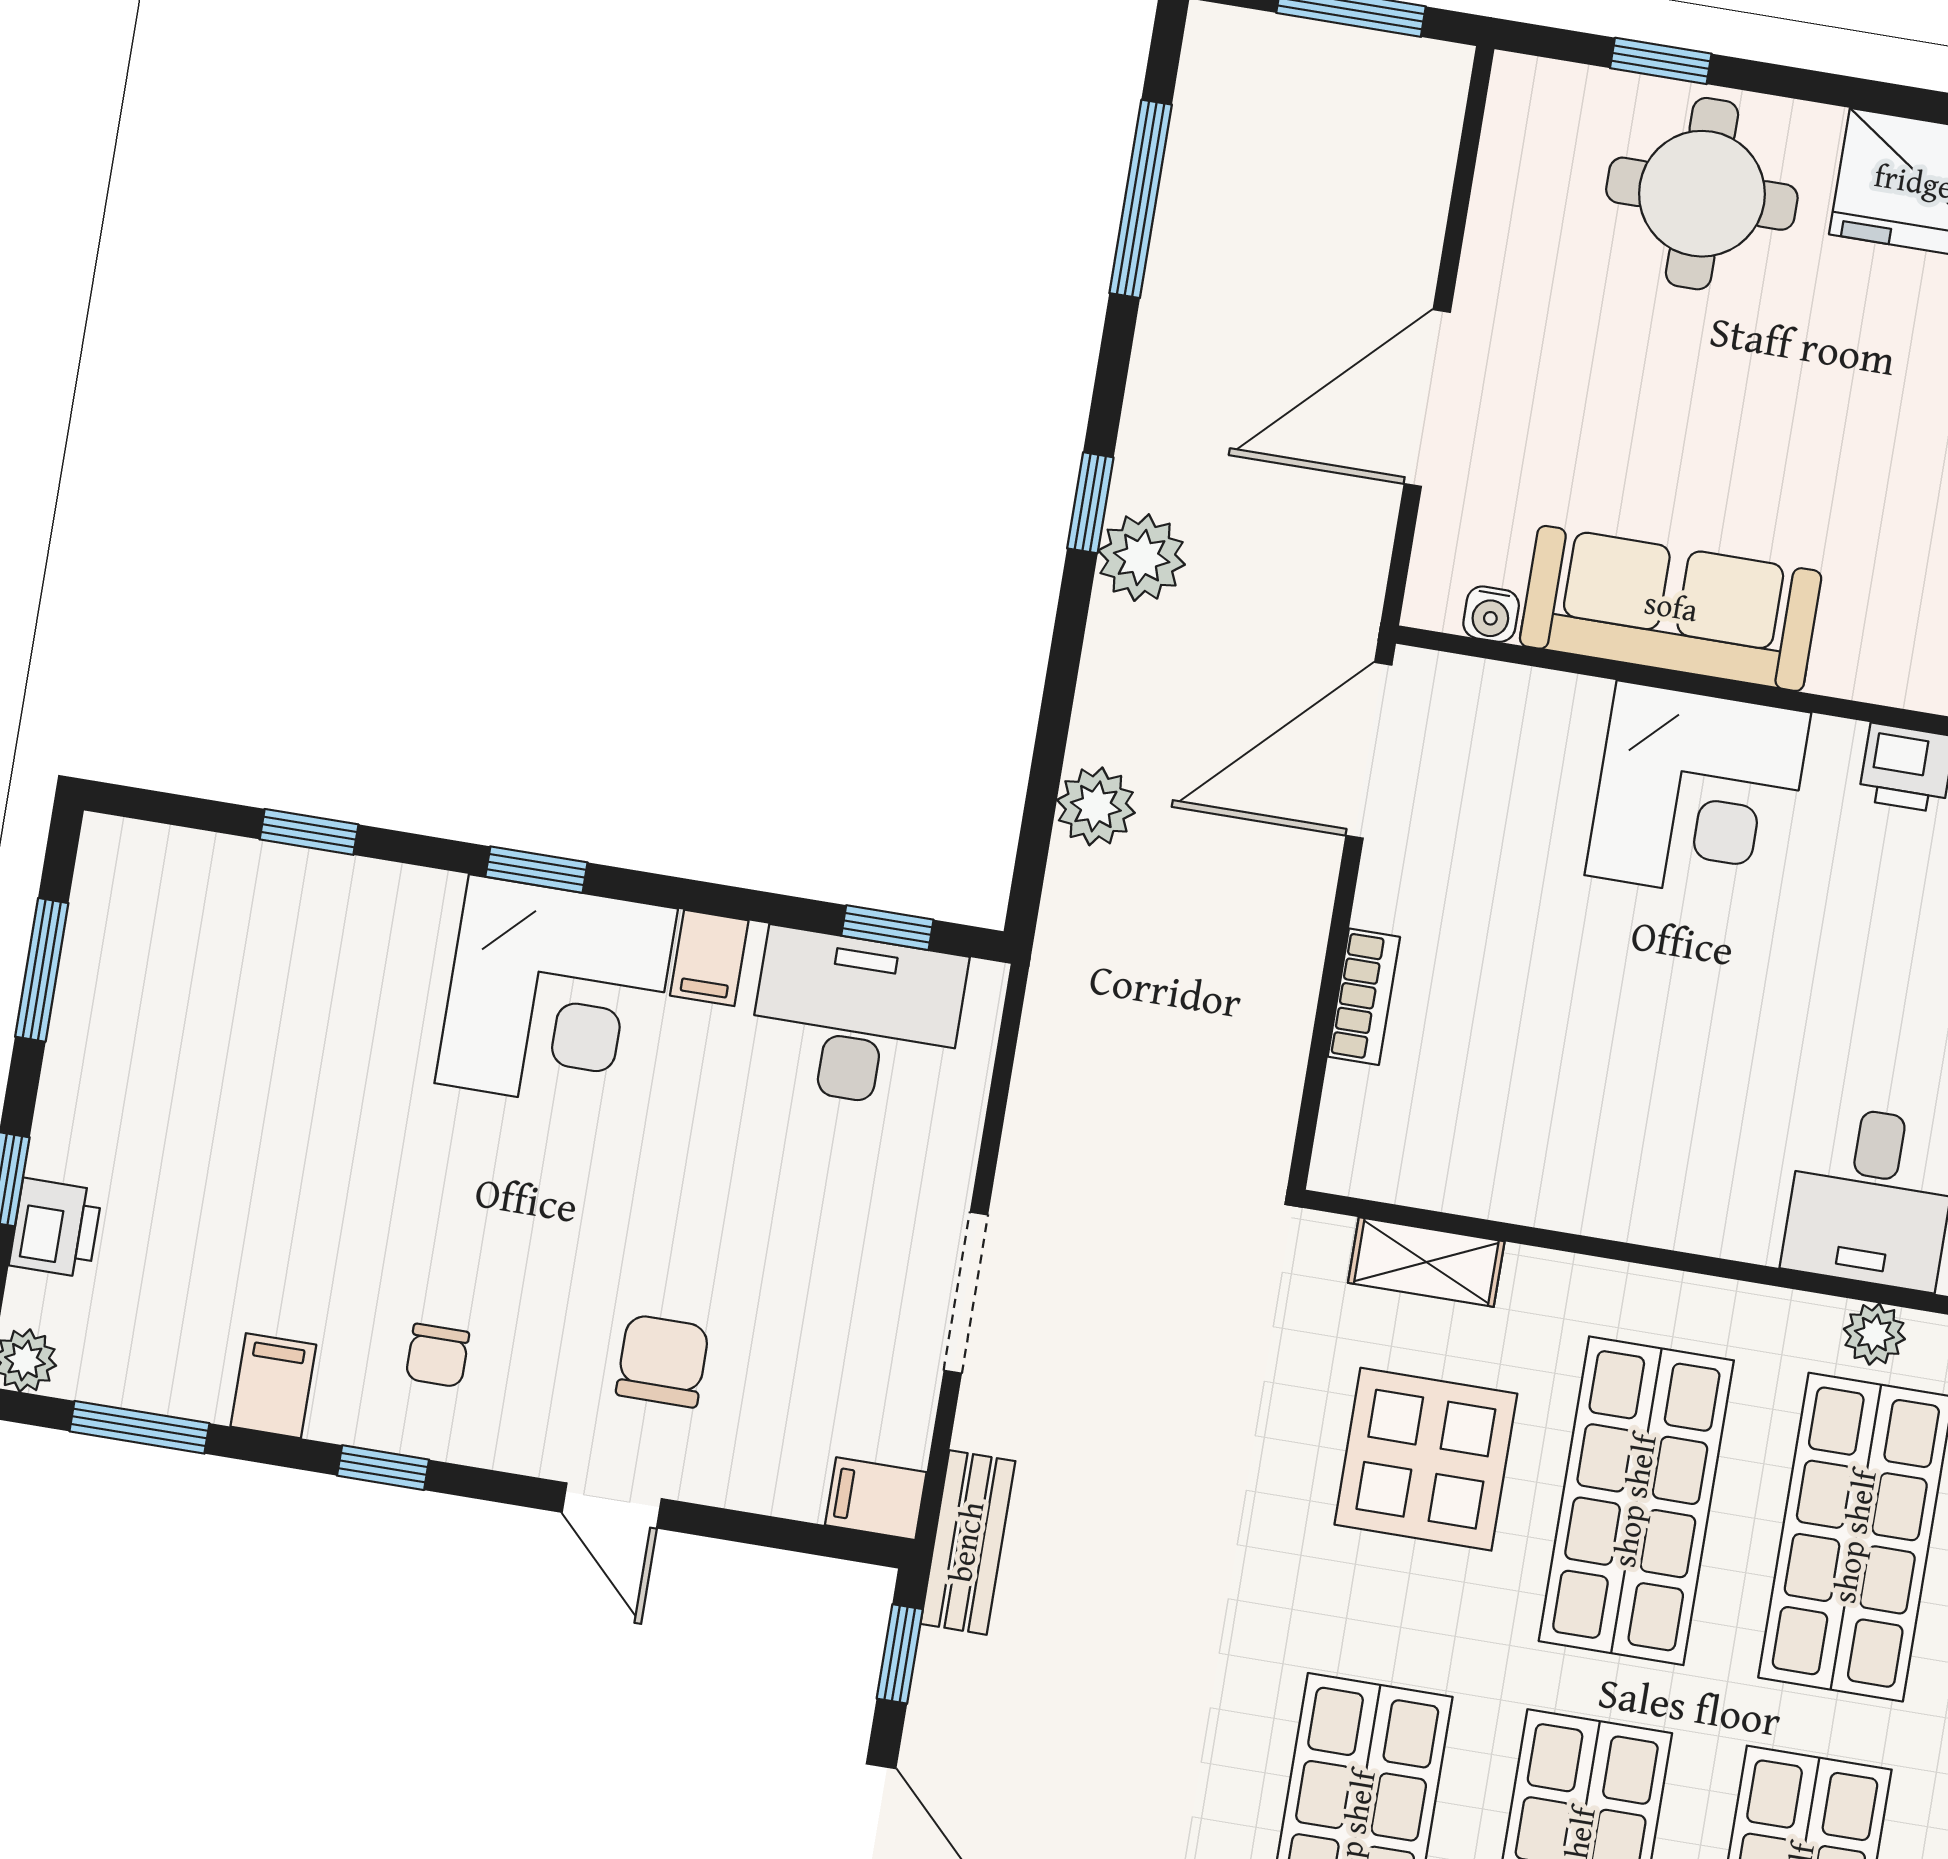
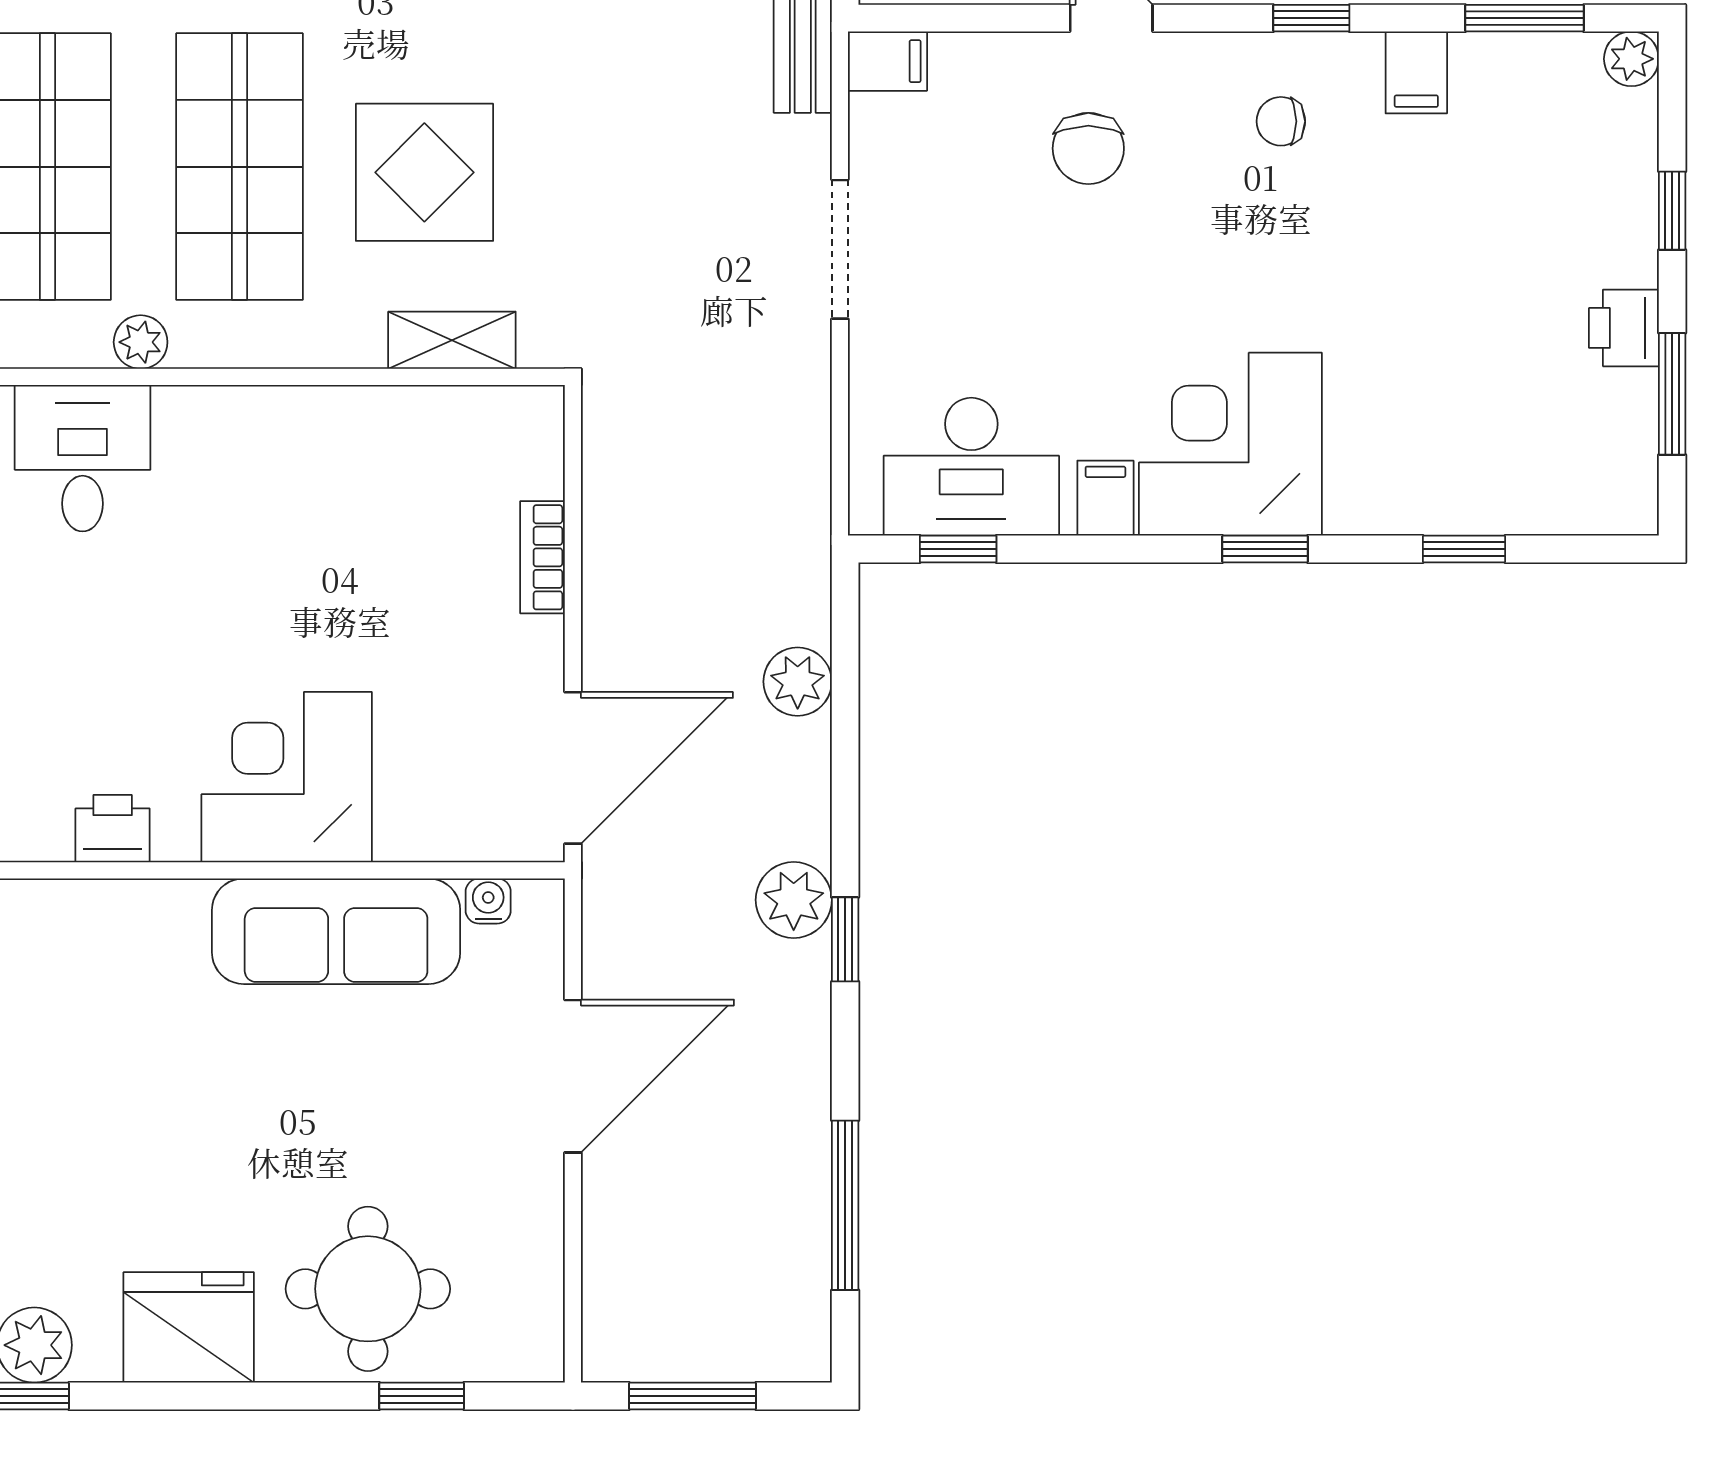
printer: (56, 1228) -> (1624, 328), moved
plant: (1874, 1334) -> (141, 342), moved
chair: (437, 1355) -> (1281, 121), turned -90

